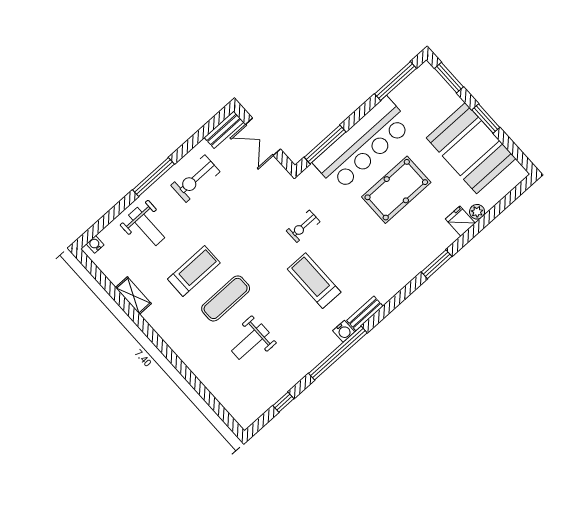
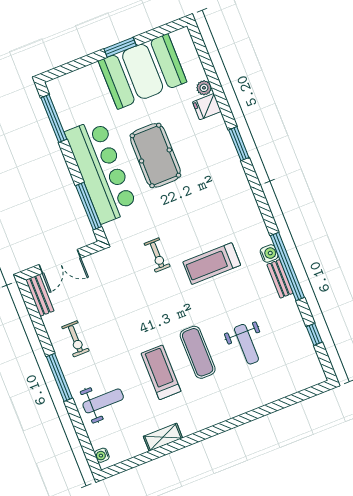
window: (449, 78) -> (69, 67), removed
exercise bike: (195, 179) -> (75, 339), width x0.73, depth x0.72
bench: (365, 313) -> (280, 279), moved

